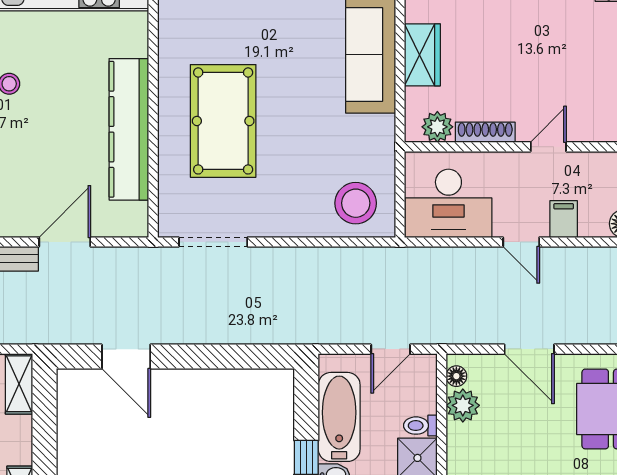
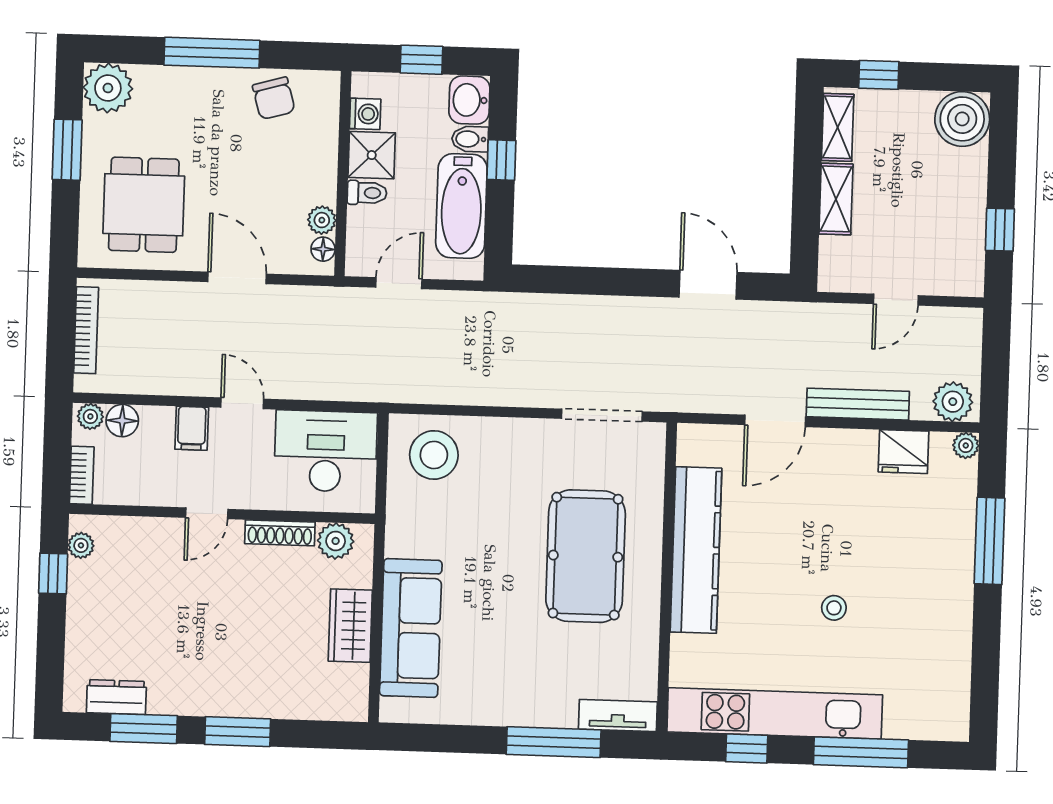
shelving: (19, 384) -> (836, 199), moved
plant: (463, 405) -> (322, 220), width x0.73, depth x0.73

